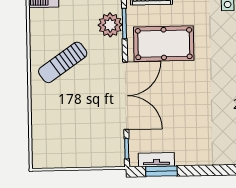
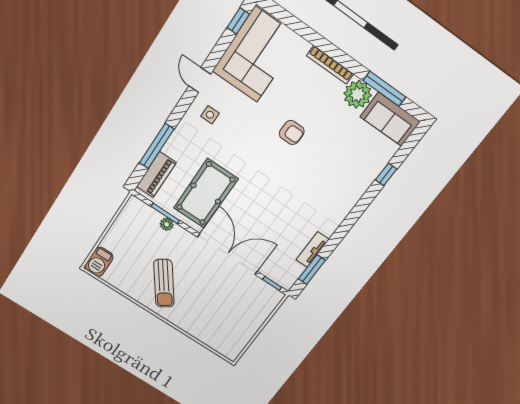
plant: (110, 25) -> (167, 224), width x0.53, depth x0.53
tv unit: (156, 160) -> (313, 249), moved

